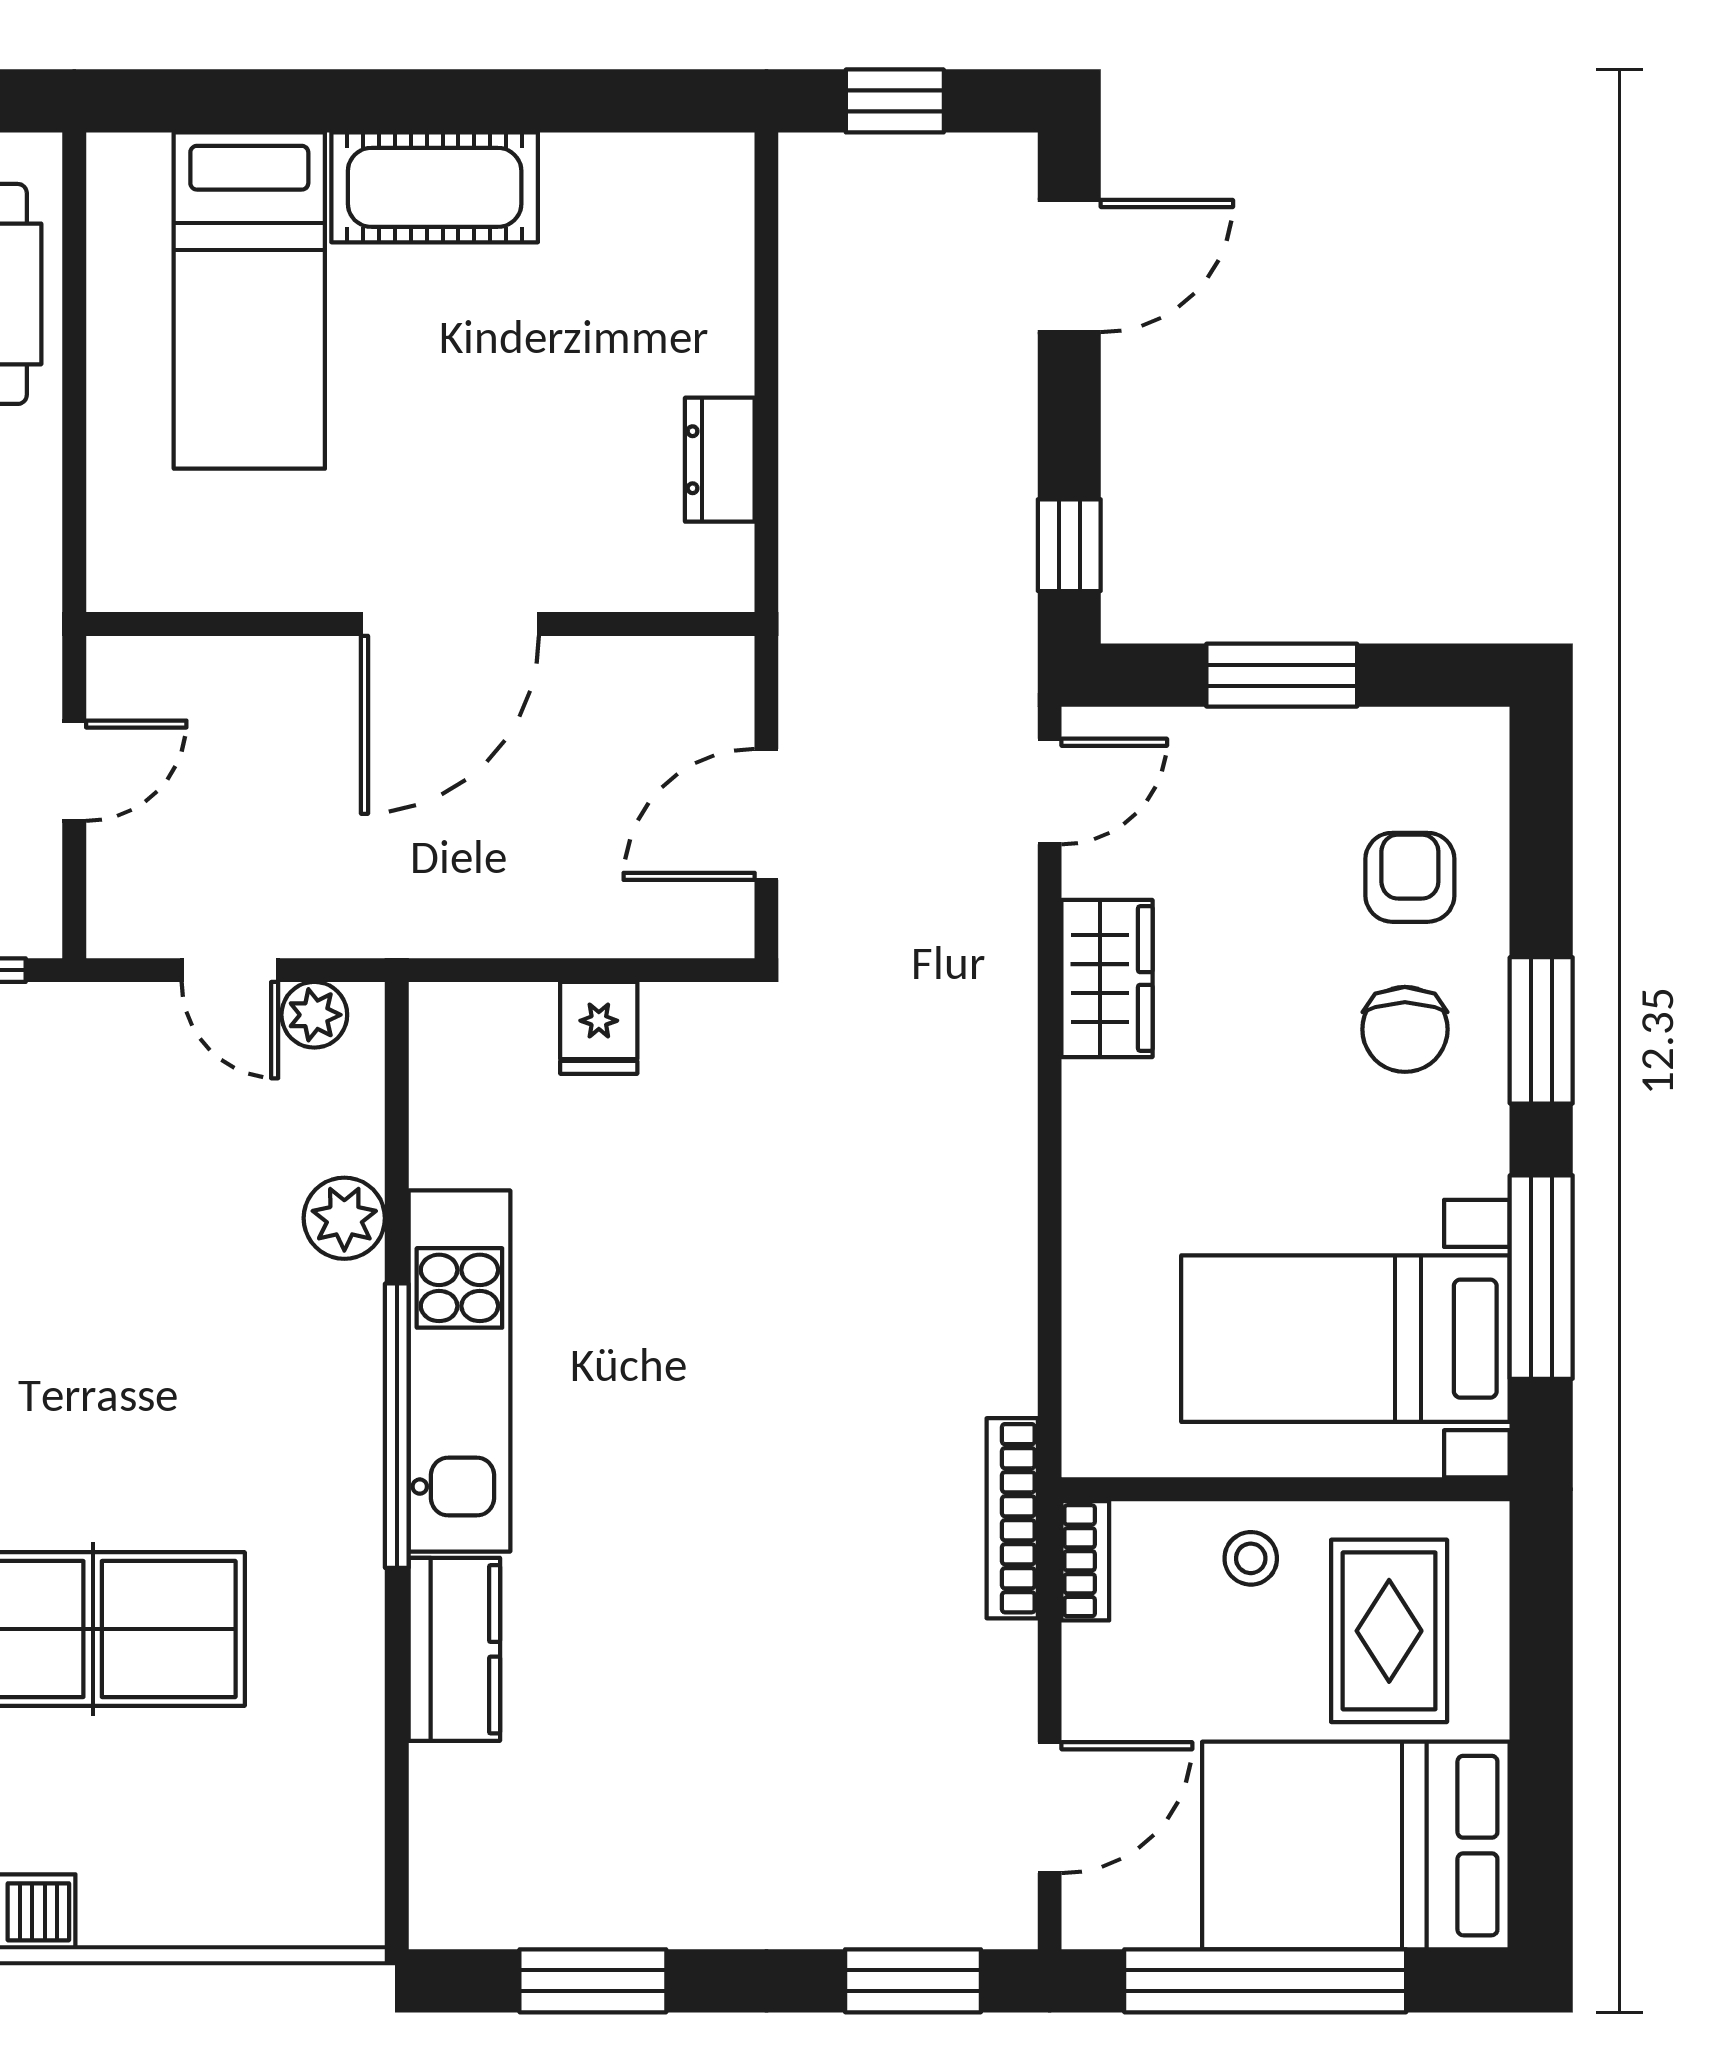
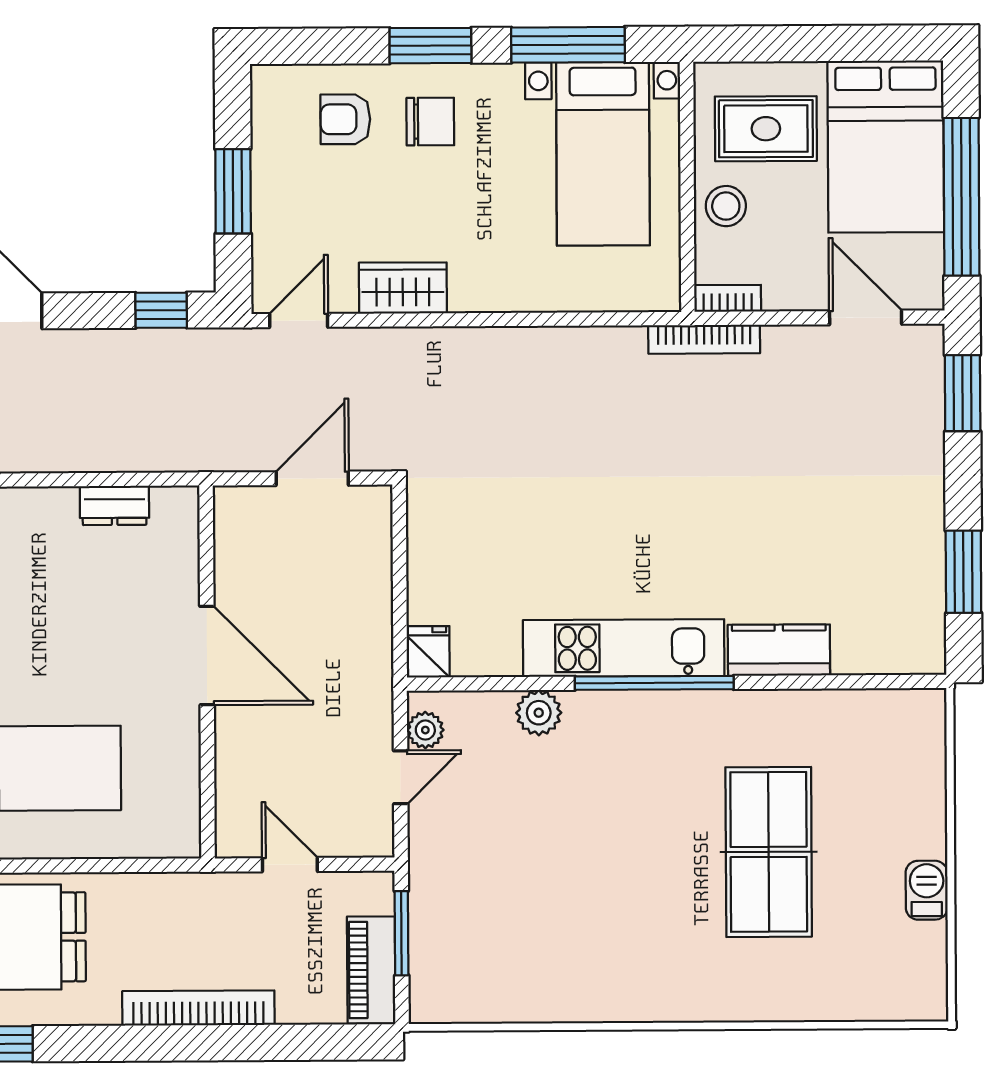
door: (1050, 792) -> (299, 320), hinge flipped
door: (766, 814) -> (312, 478), swing flipped
fridge: (599, 1028) -> (428, 652), moved, turned -90
stool: (1251, 1558) -> (726, 206), width x1.37, depth x1.37

